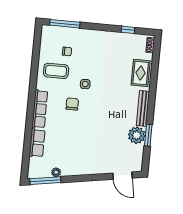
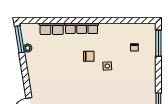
coffee table: (56, 71) -> (116, 39), removed

